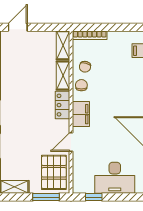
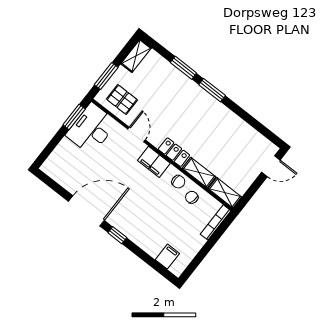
door: (18, 27) -> (271, 166), hinge flipped
pallet: (54, 172) -> (122, 100), width x0.67, depth x0.71
desk: (115, 178) -> (91, 129), moved
window: (94, 197) -> (74, 117), width x1.50

